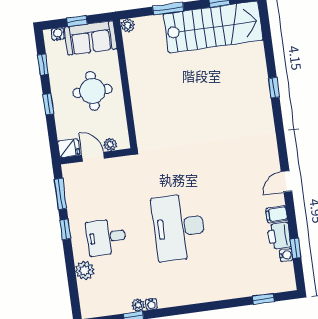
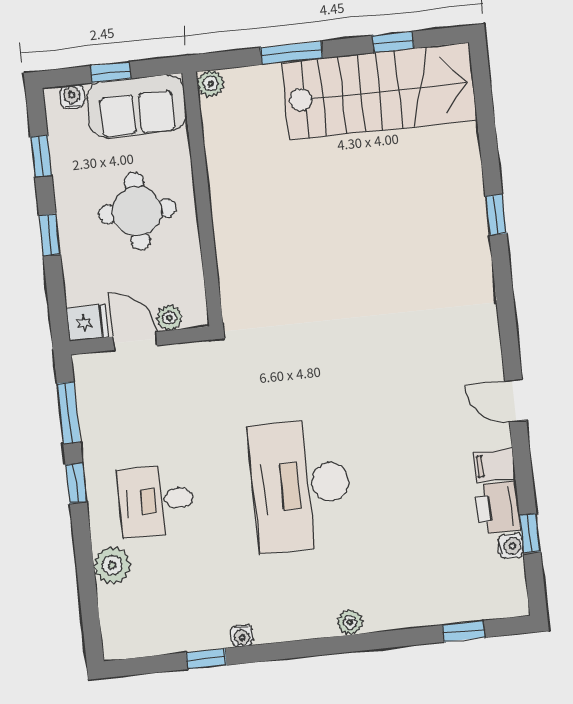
door: (287, 181) -> (516, 401), hinge flipped
plant: (138, 305) -> (350, 622), moved

